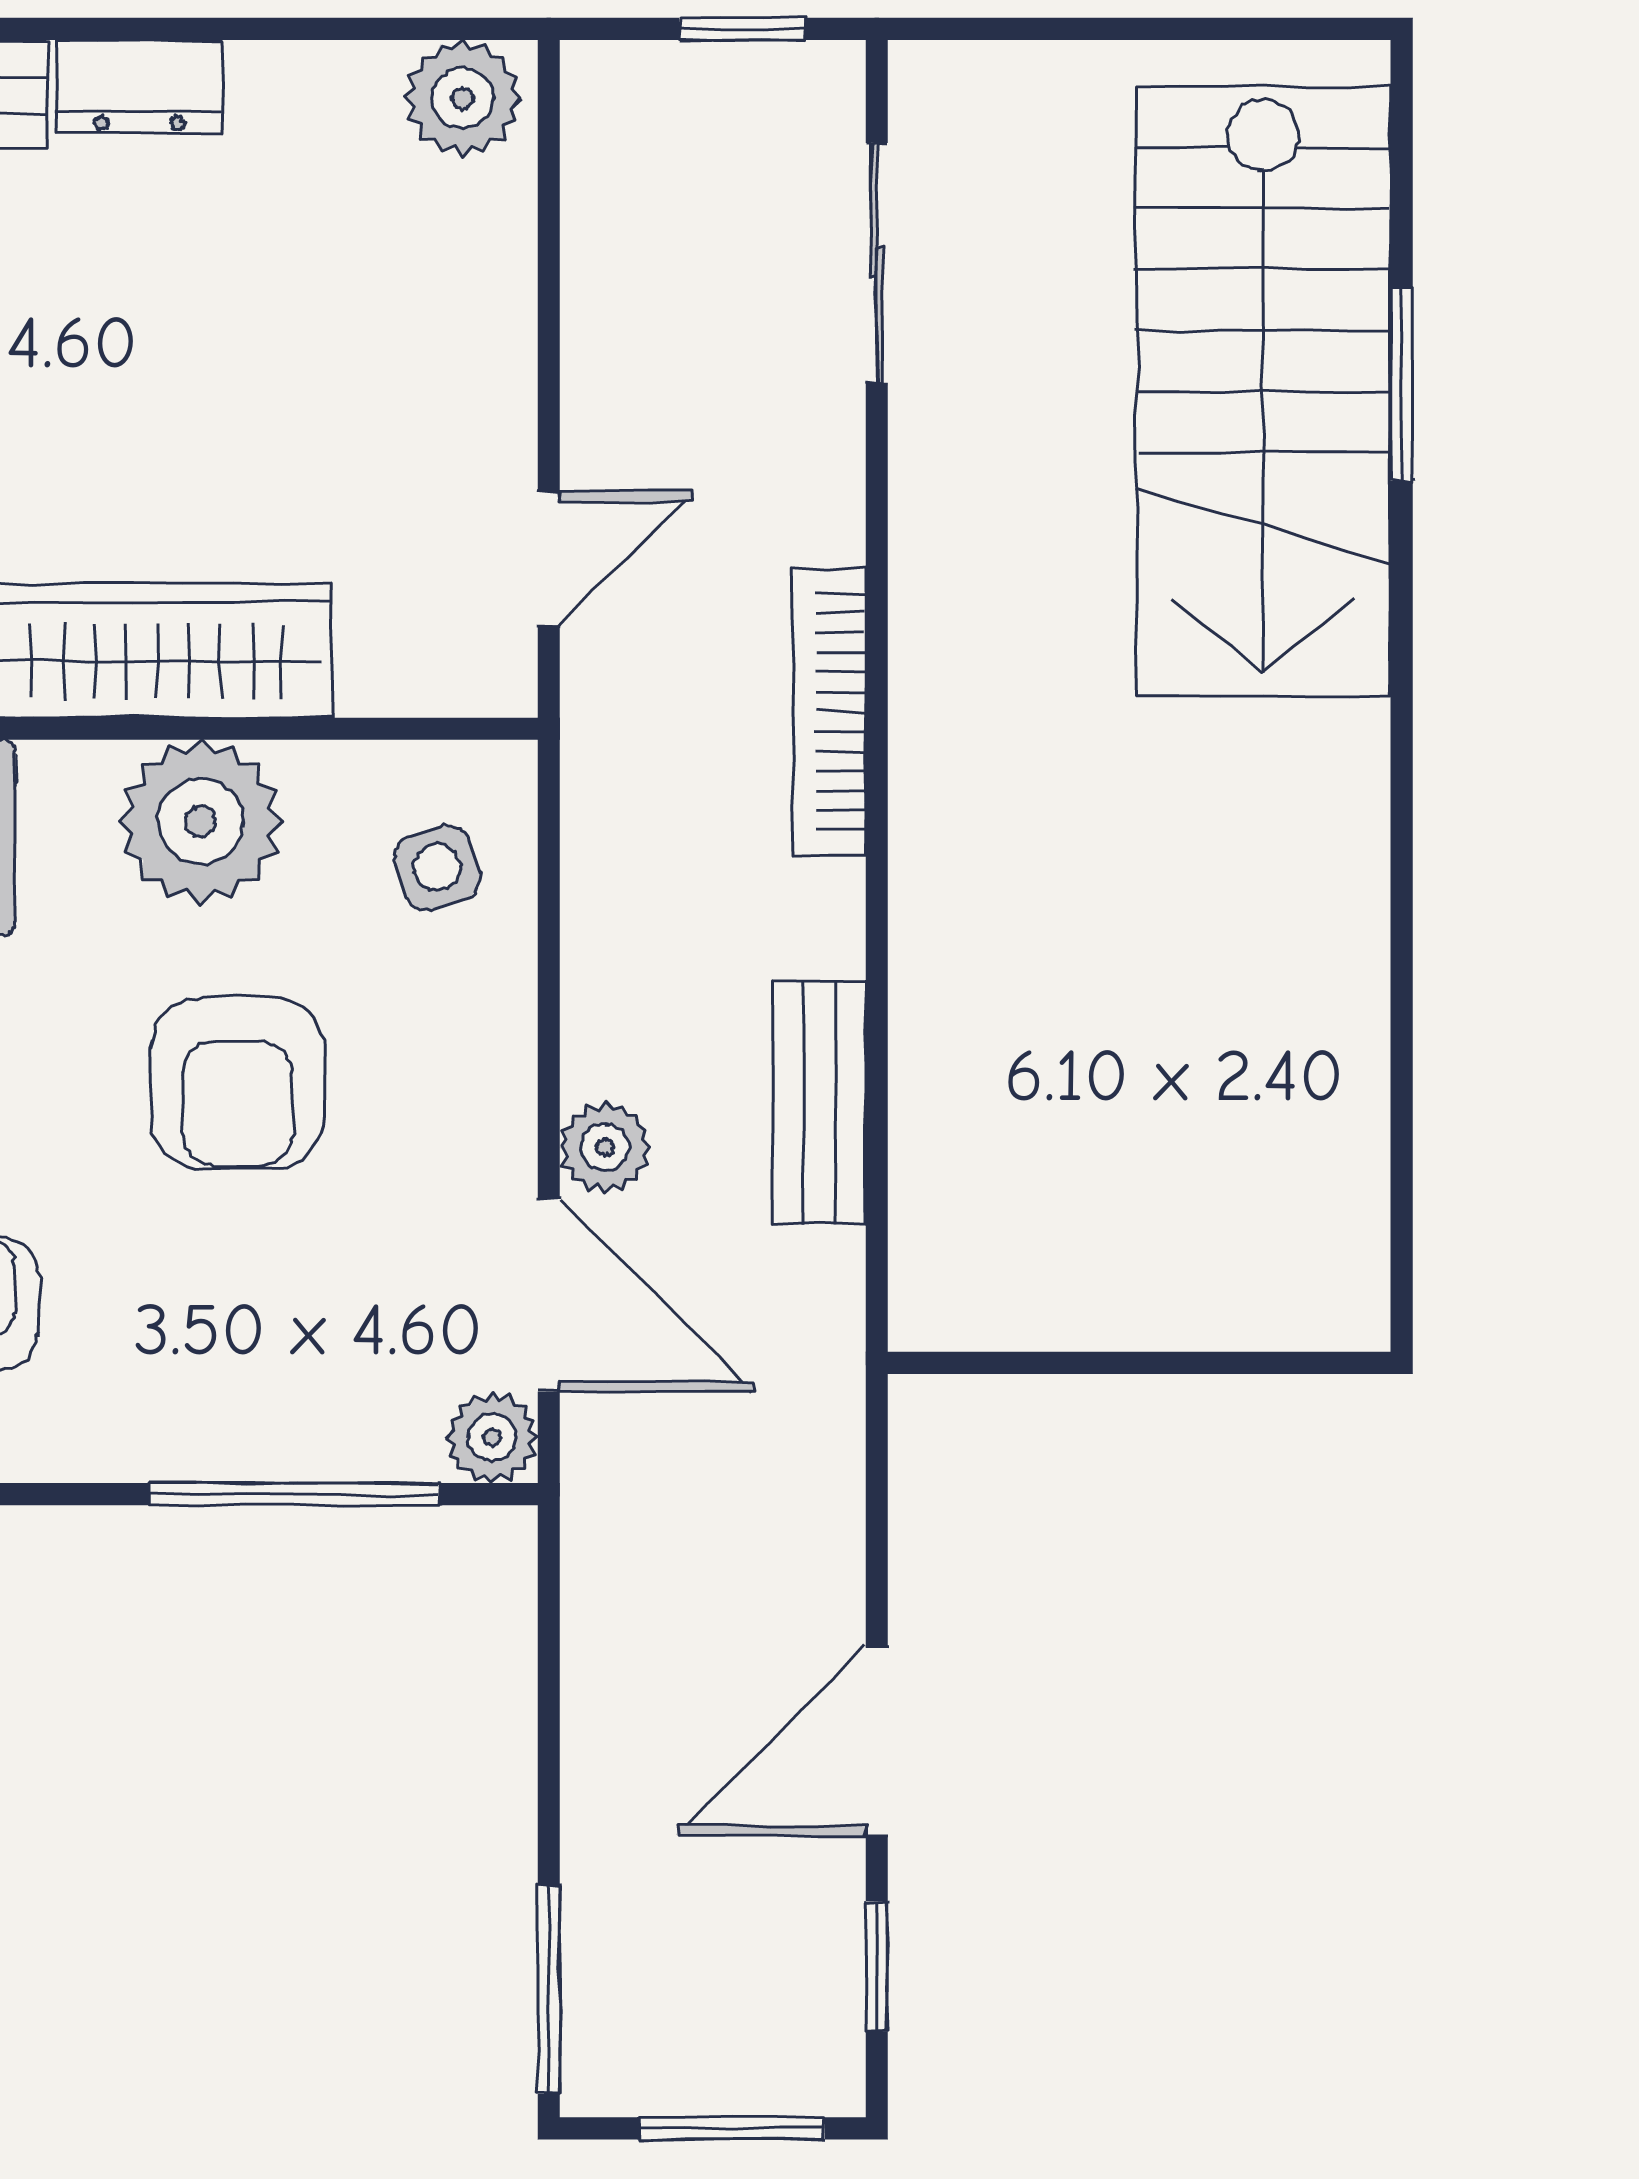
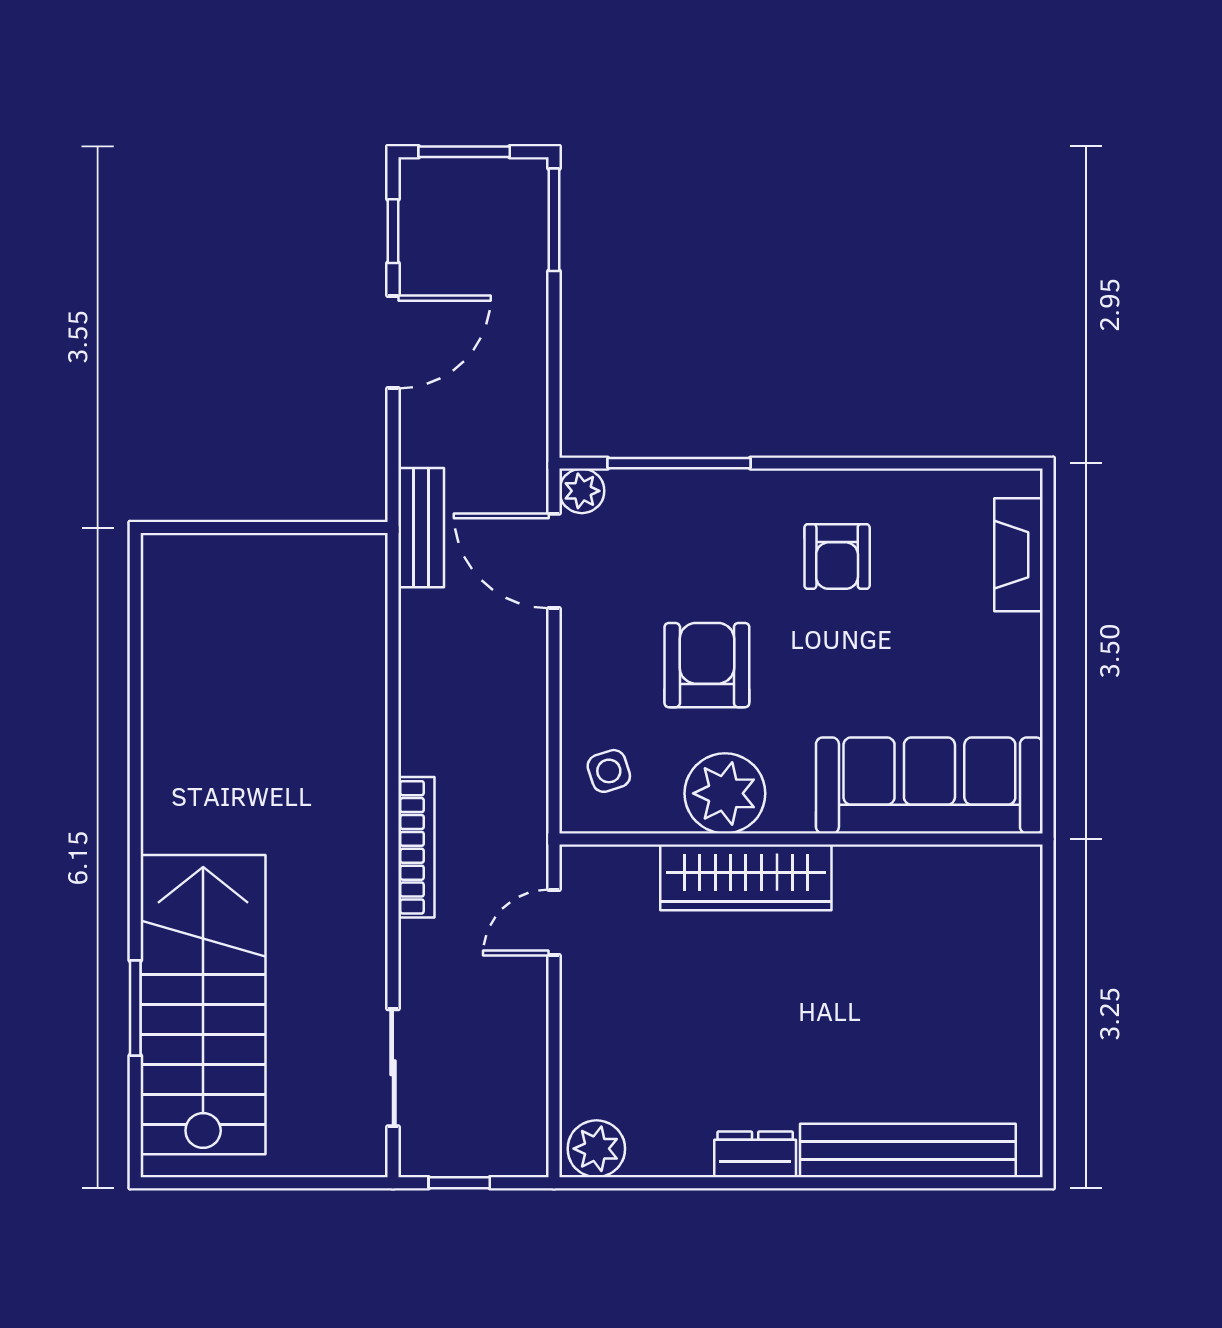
bench: (819, 1103) -> (421, 528), moved
plant: (605, 1147) -> (526, 633), removed

